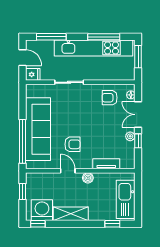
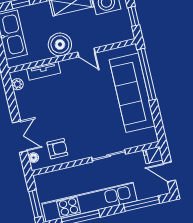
plant: (130, 136) -> (17, 84), moved
window: (138, 141) -> (13, 106), removed
armchair: (72, 144) -> (88, 85), removed
boiler: (88, 178) -> (60, 44), width x1.86, depth x1.86

